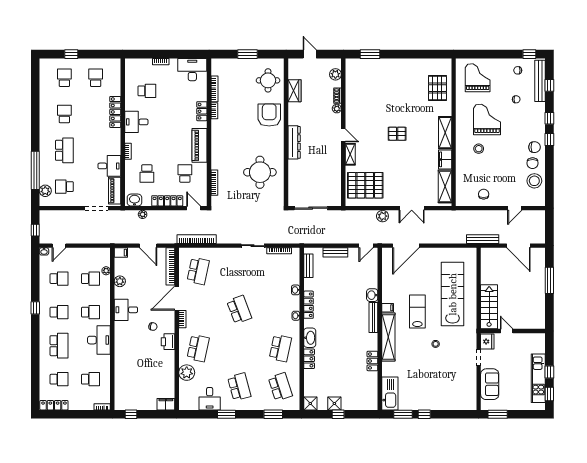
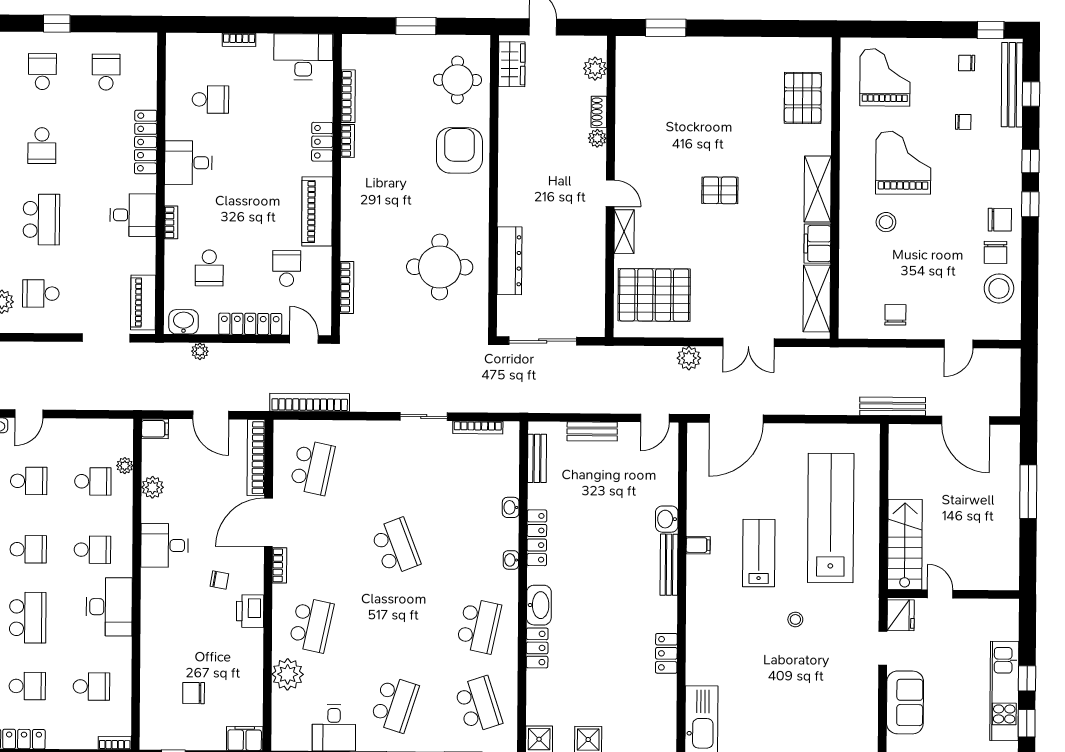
wardrobe: (295, 91) -> (512, 64), moved
school desk: (64, 114) -> (42, 146), turned 180
dresser: (294, 142) -> (509, 261), moved
desk: (109, 166) -> (133, 215), moved
shelving: (388, 337) -> (699, 605), removed
chair: (141, 382) -> (194, 693), added
school desk: (239, 387) -> (394, 704), turned 33

